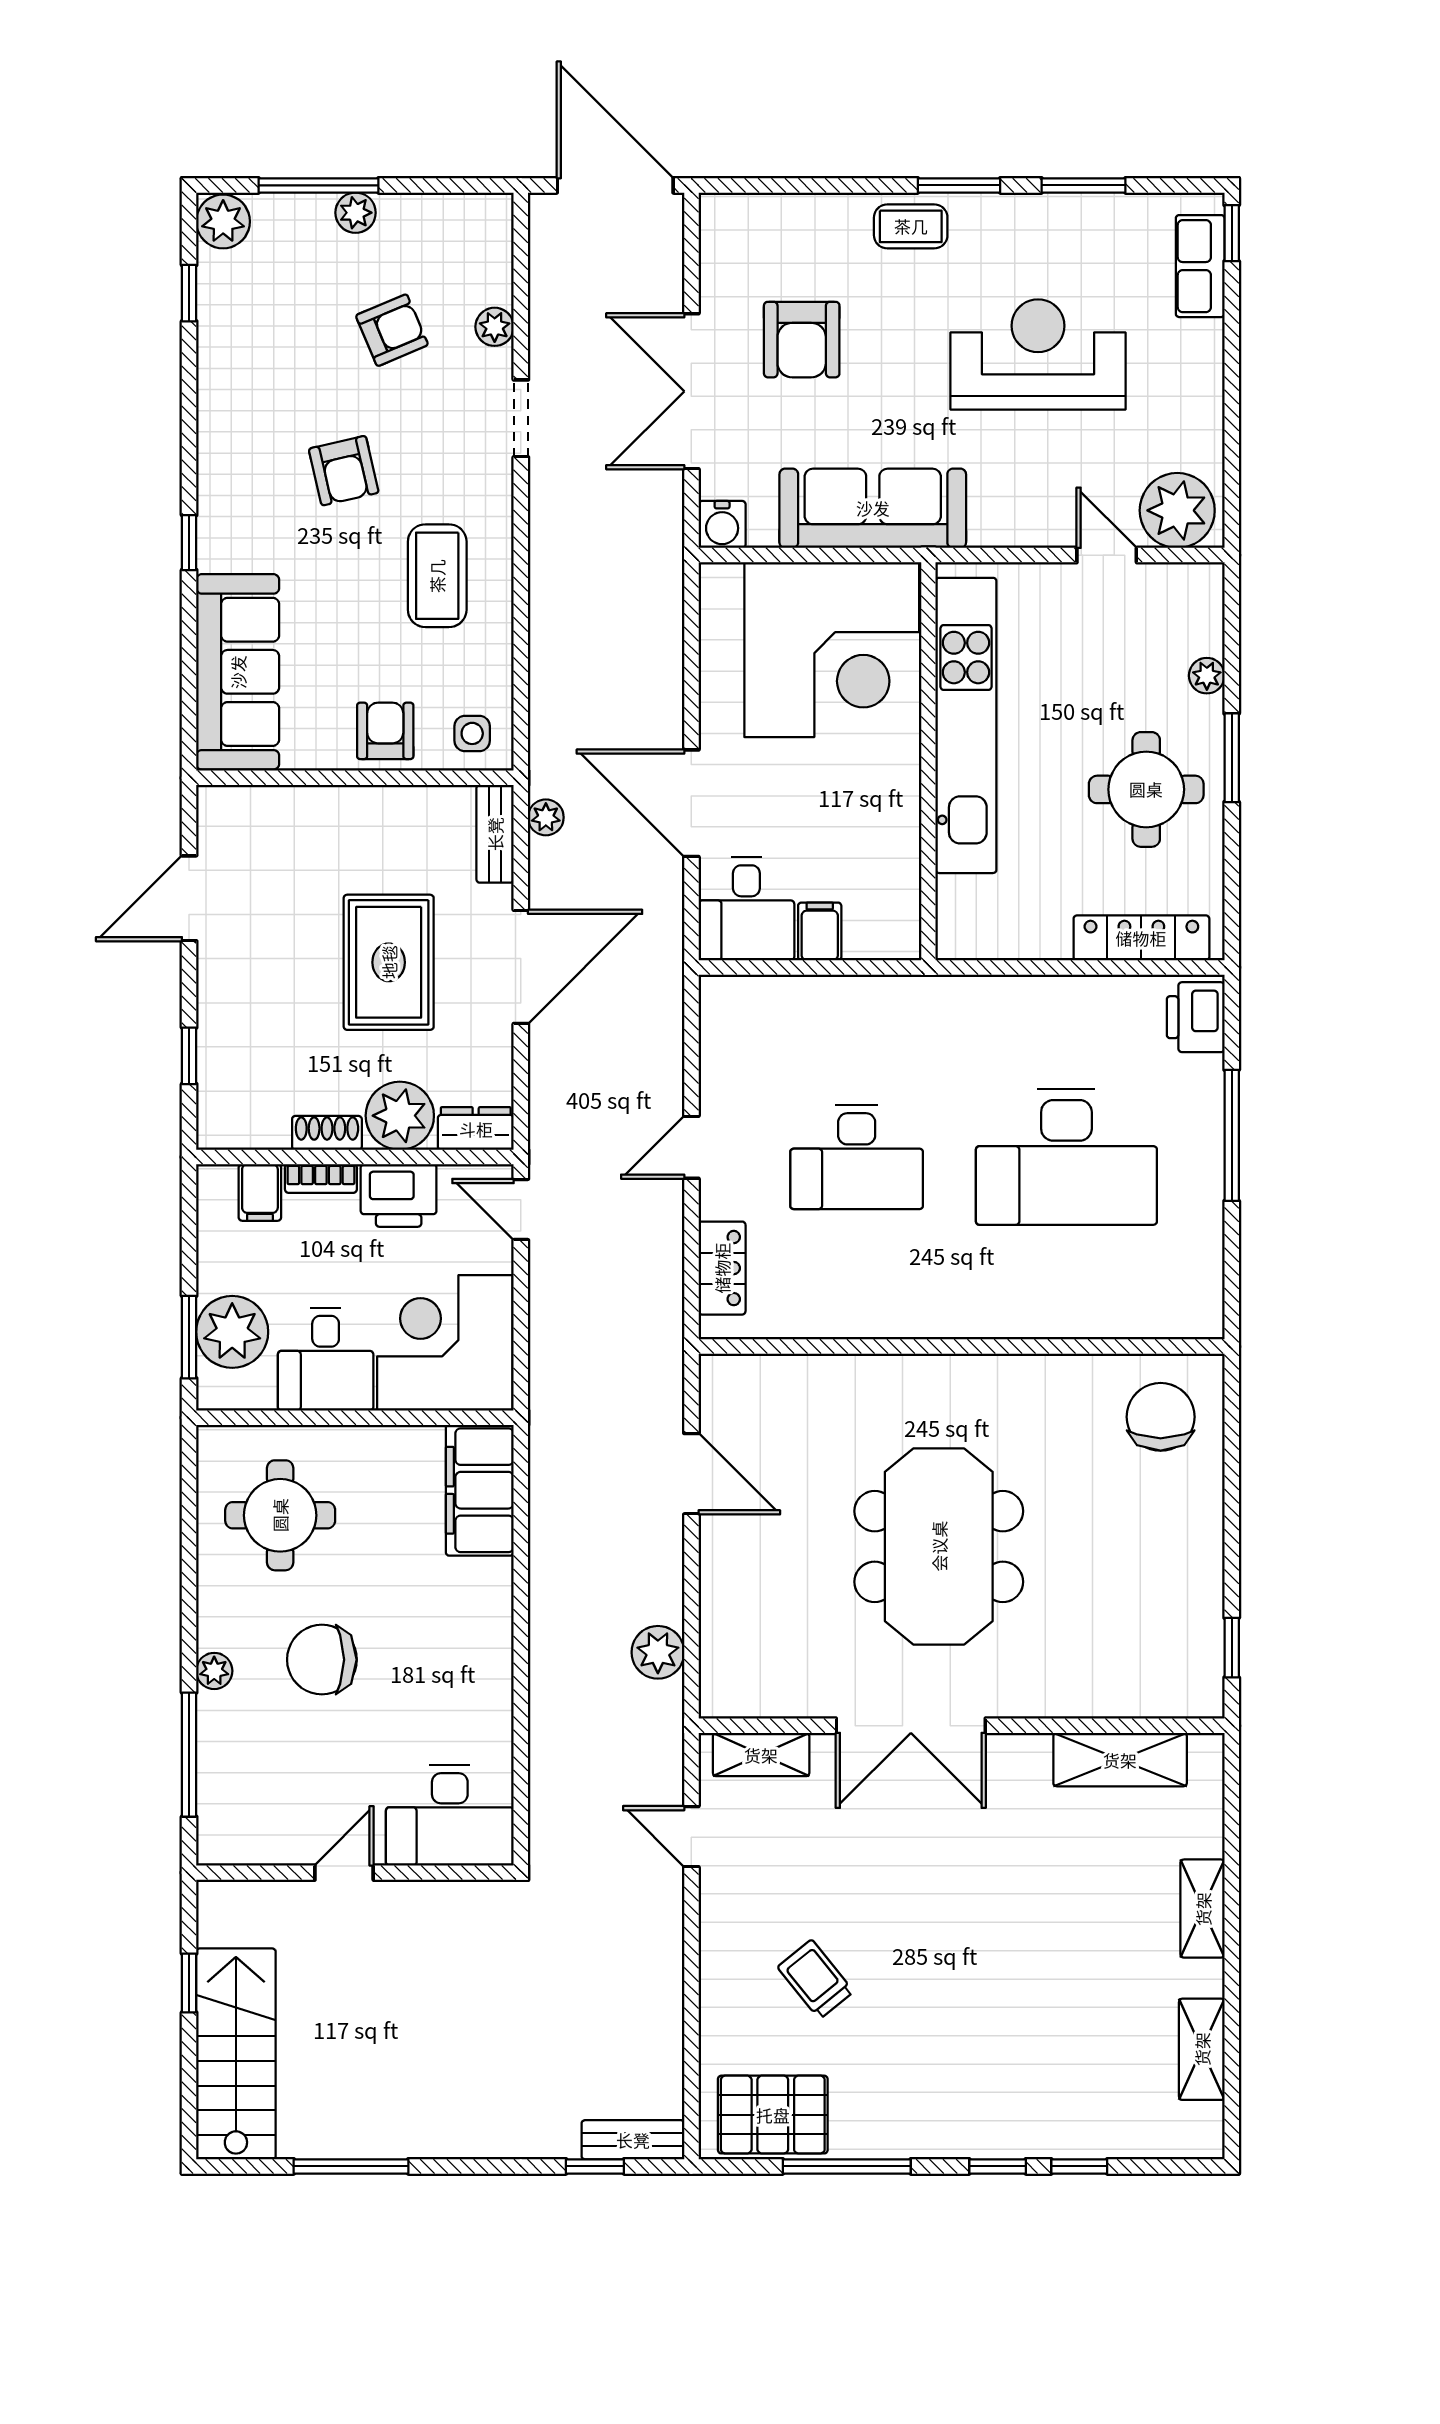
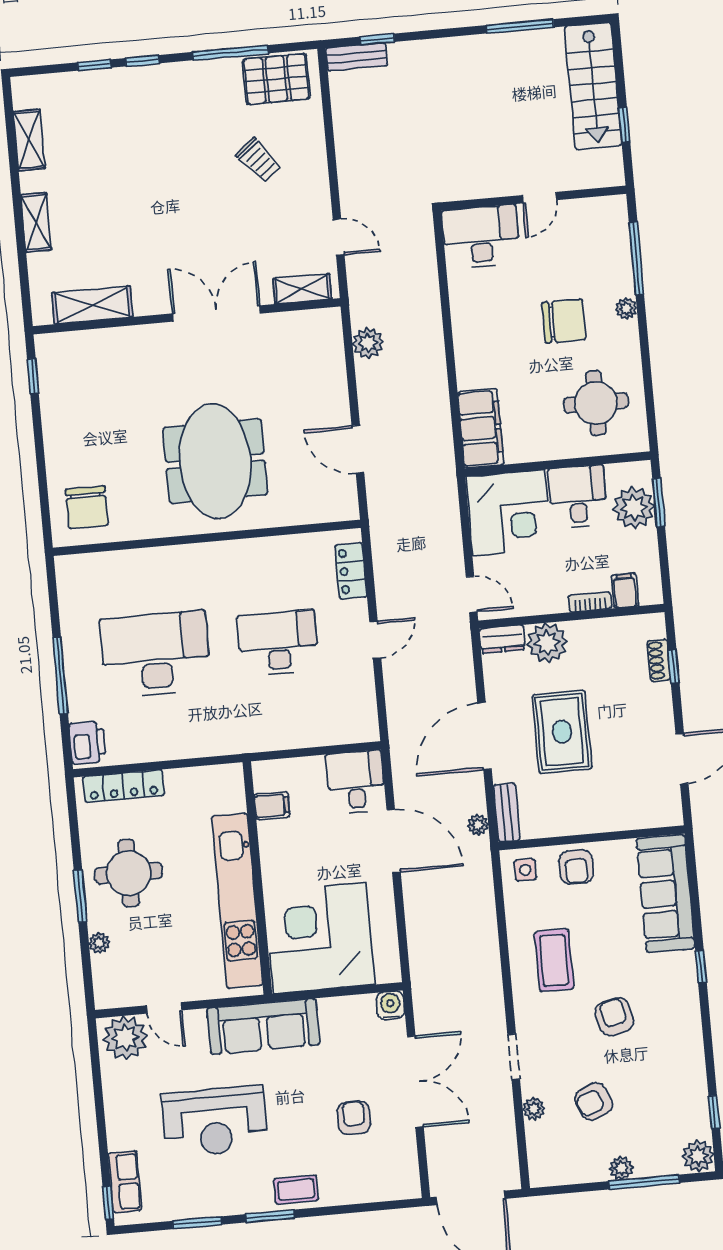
armchair: (802, 340) -> (354, 1118), width x0.72, depth x0.72
sofa: (873, 508) -> (263, 1026), moved
filing cabinet: (820, 931) -> (272, 806), moved, turned -90
shoe rack: (327, 1133) -> (659, 660), moved, turned 90
printer: (399, 1195) -> (544, 596), removed
meeting table: (939, 1546) -> (215, 461), moved

